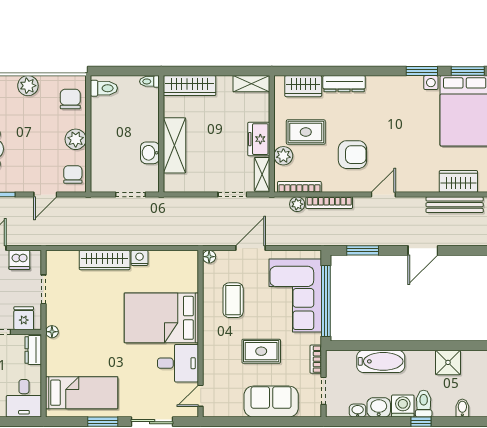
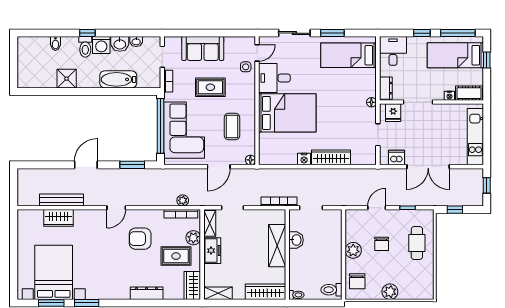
wardrobe: (303, 86) -> (192, 285), moved, turned -90
chair: (73, 174) -> (382, 244), moved
bookcase: (329, 203) -> (279, 202), moved
side table: (215, 378) -> (246, 67), added

